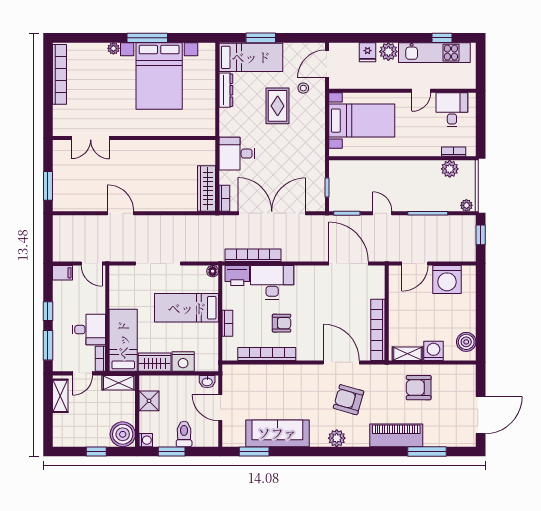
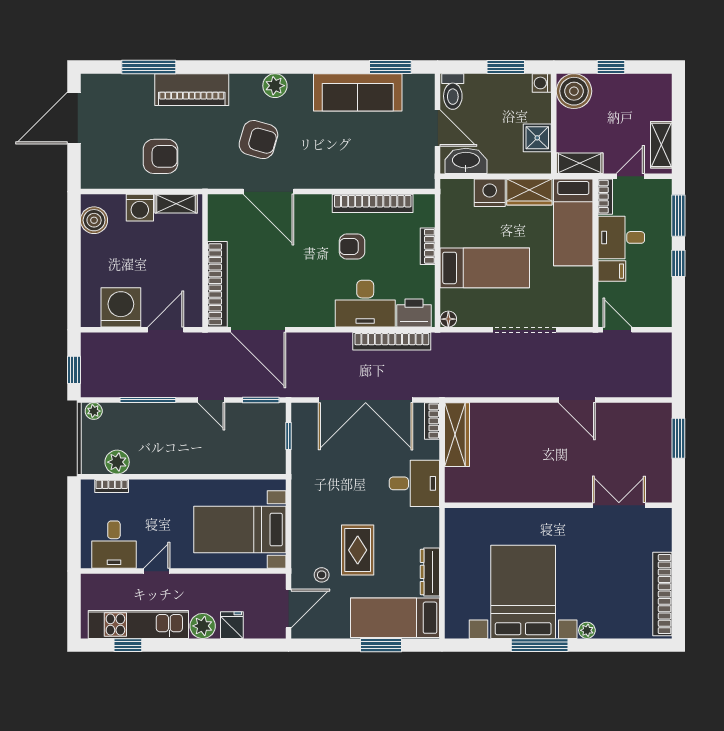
filing cabinet: (63, 273) -> (612, 271), moved, turned 180
bookcase: (378, 330) -> (217, 284), moved
washbasin: (207, 382) -> (466, 161), width x1.91, depth x1.45
toilet: (184, 434) -> (453, 92), moved

